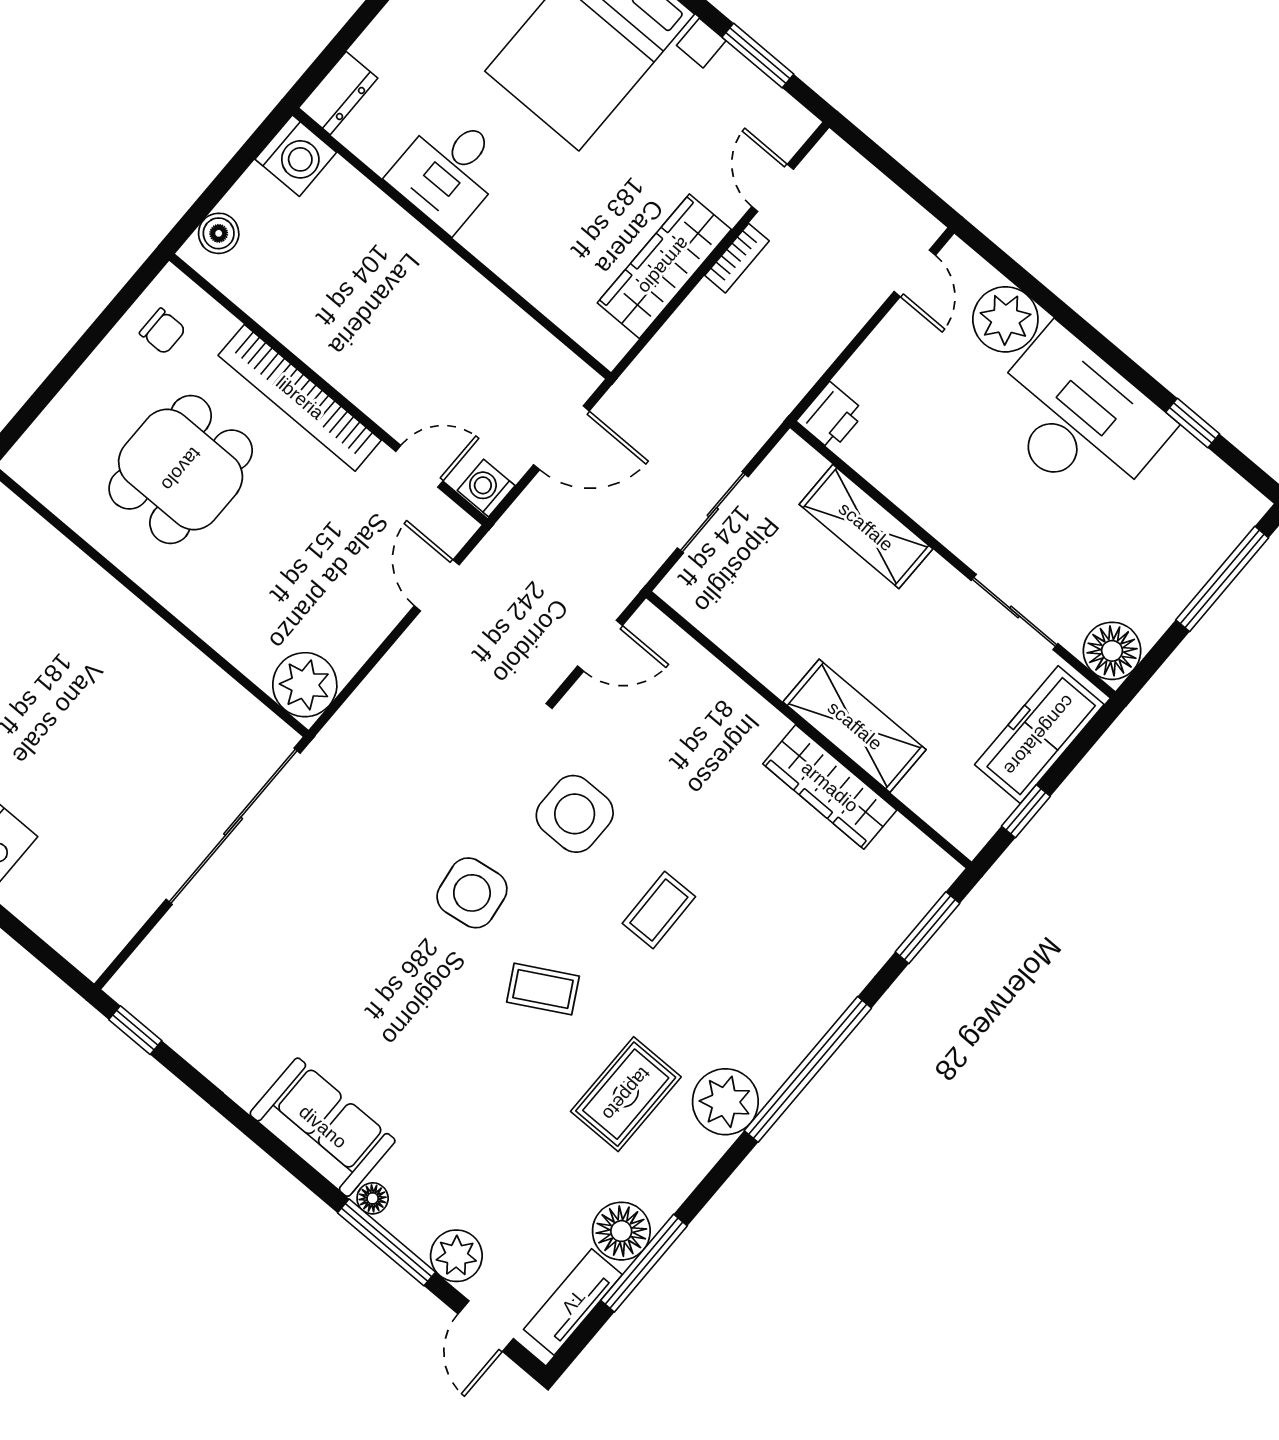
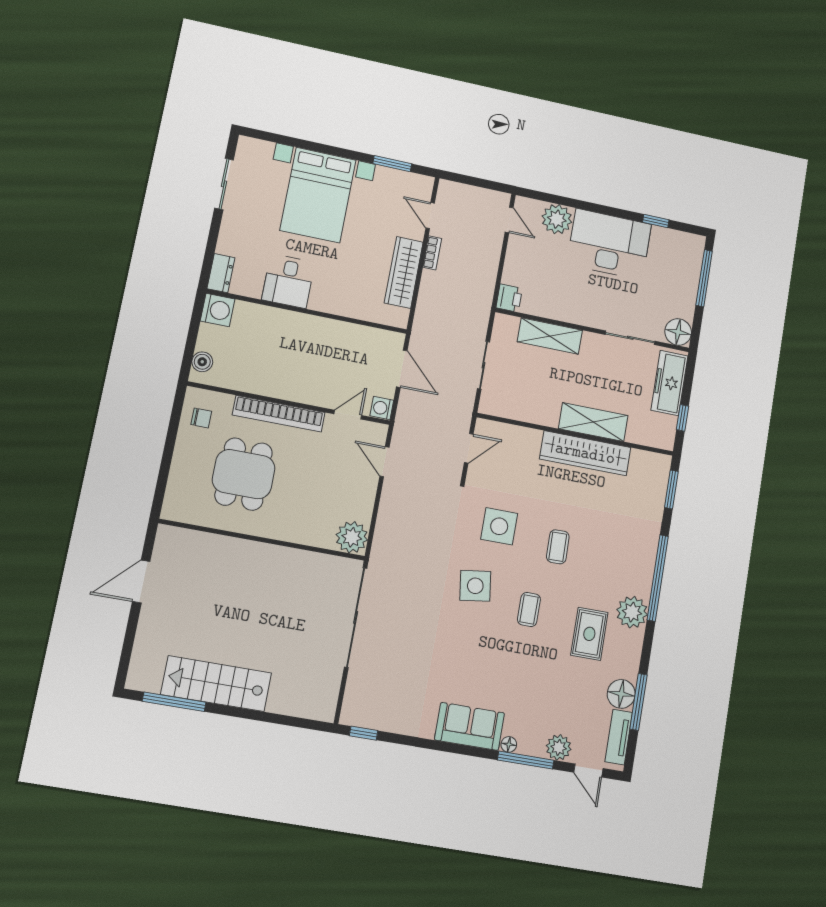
door: (561, 438) -> (402, 369), hinge flipped
wardrobe: (830, 787) -> (585, 453), width x1.40, depth x1.17
coffee table: (543, 989) -> (529, 609), turned -61

